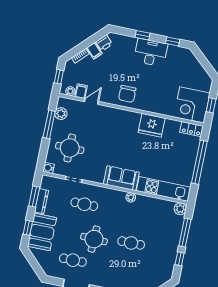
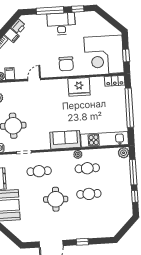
window: (142, 35) -> (50, 11), width x2.17
chair: (127, 94) -> (66, 64), moved
door: (91, 101) -> (34, 79), moved
corner desk: (192, 105) -> (104, 55), width x1.36, depth x1.36
cafe table: (73, 260) -> (87, 168), moved

